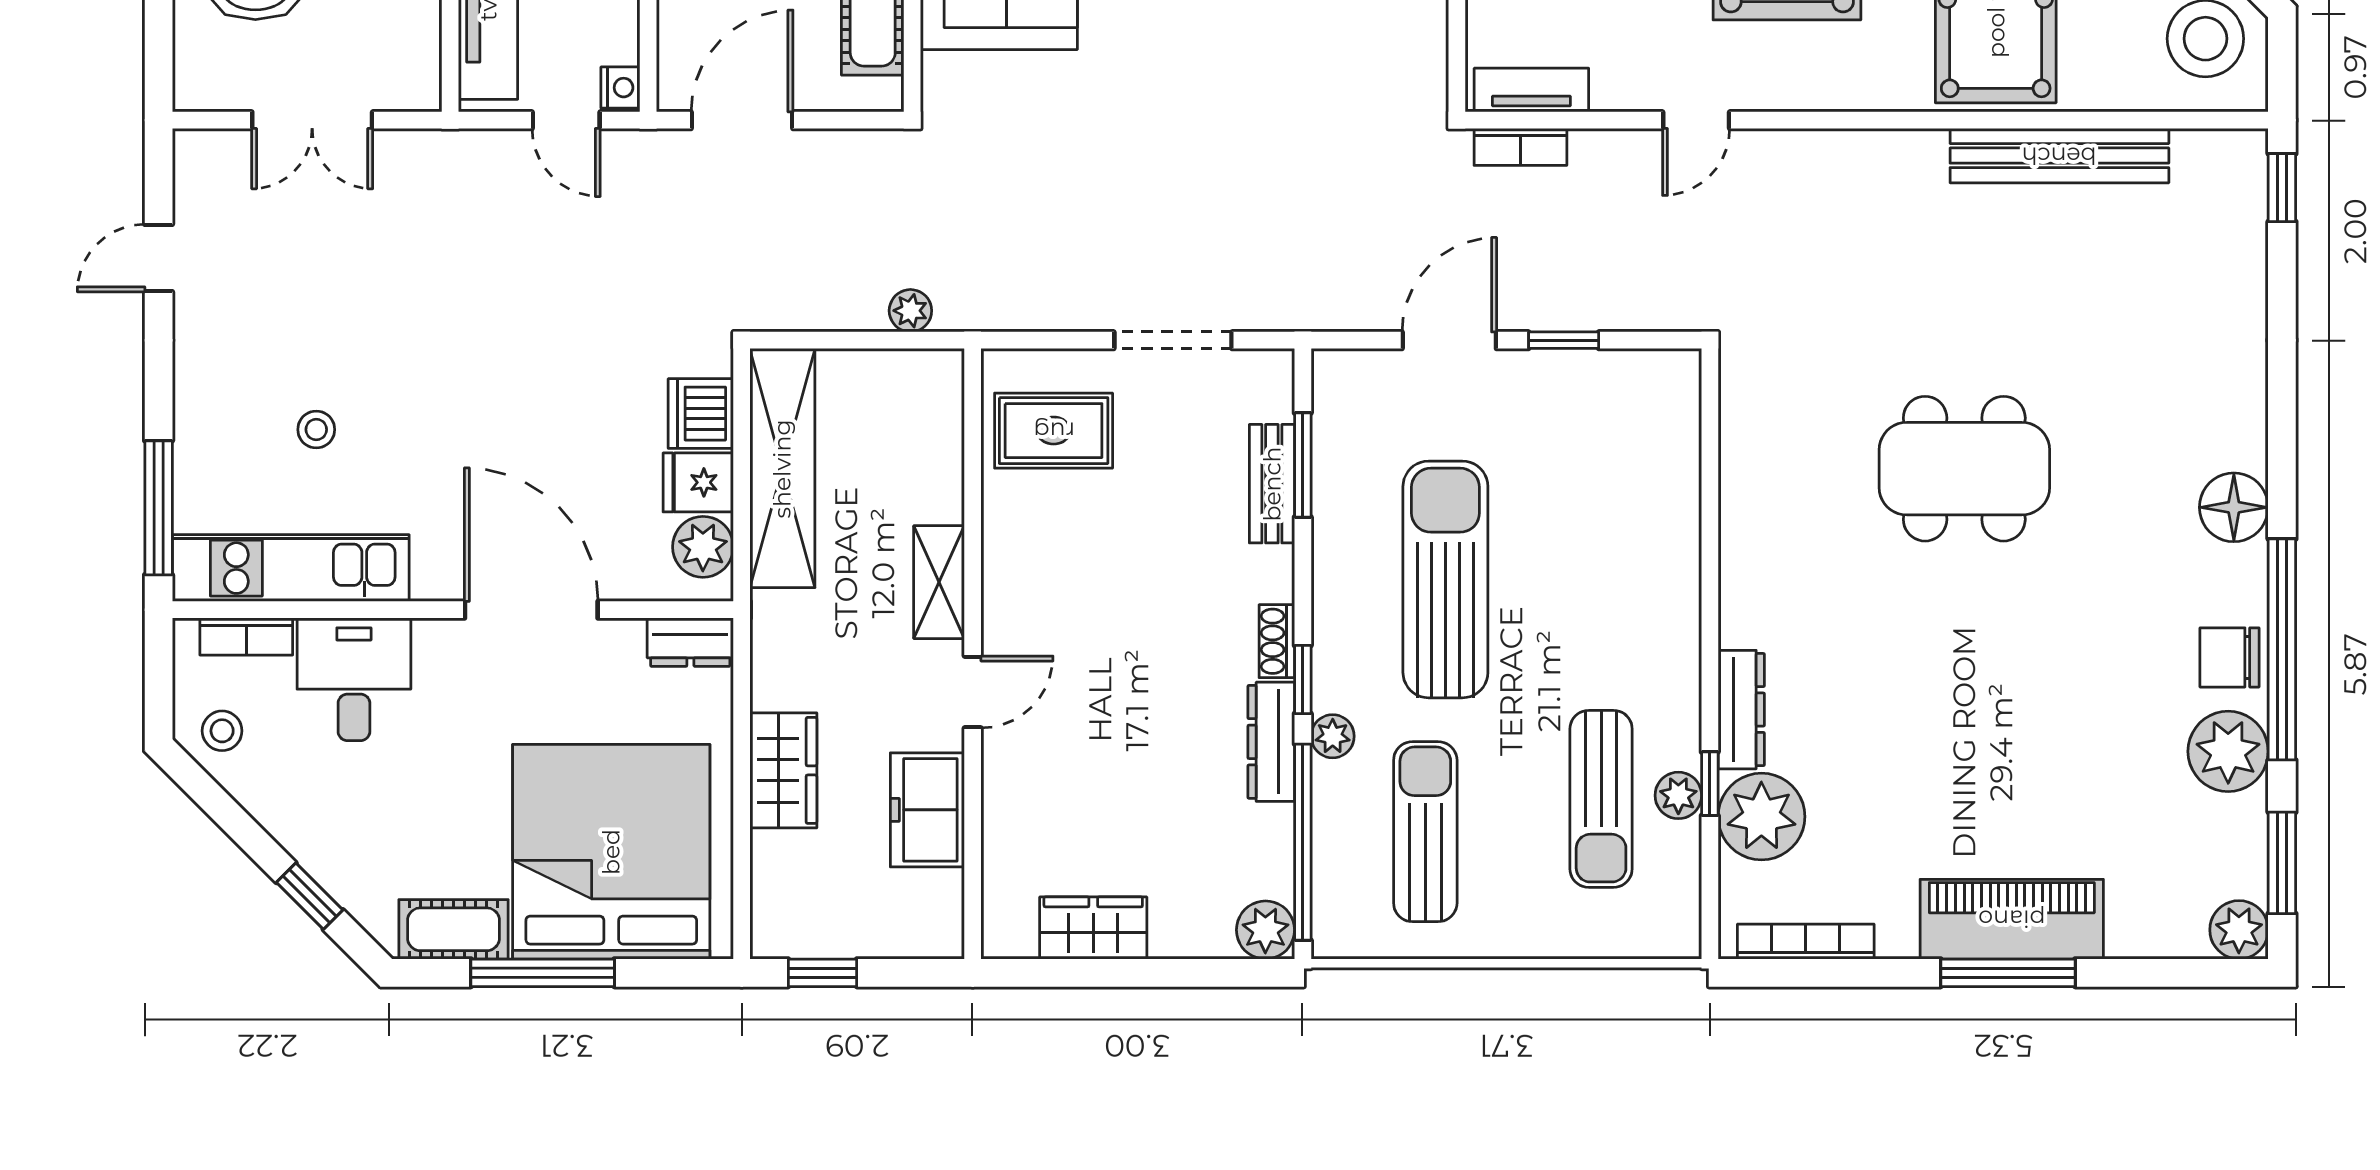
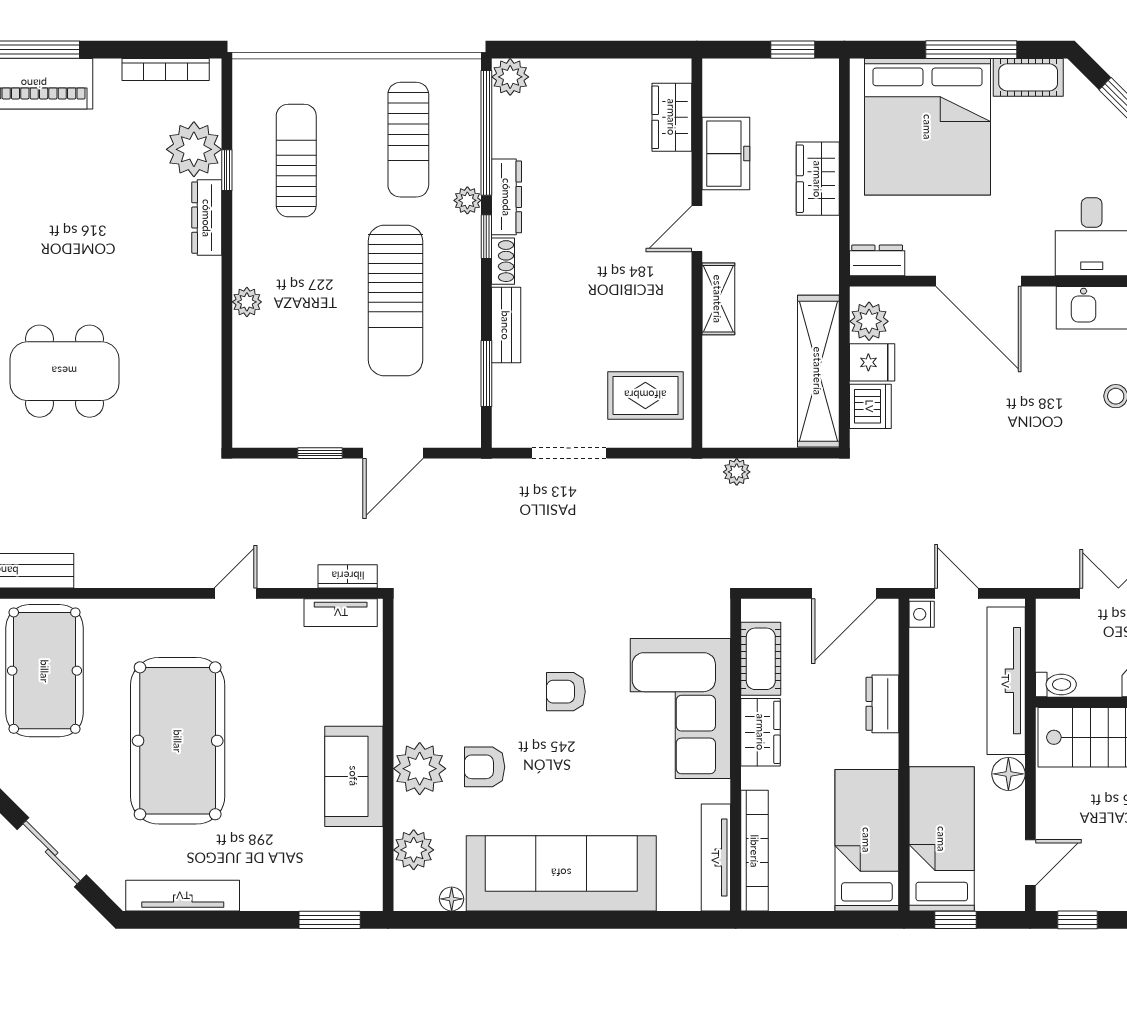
bench: (1272, 484) -> (506, 325), moved
plant: (1678, 795) -> (247, 302), moved
wardrobe: (1093, 928) -> (672, 117), moved, turned 90

